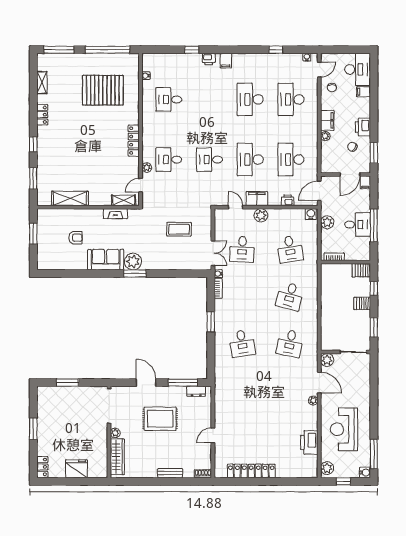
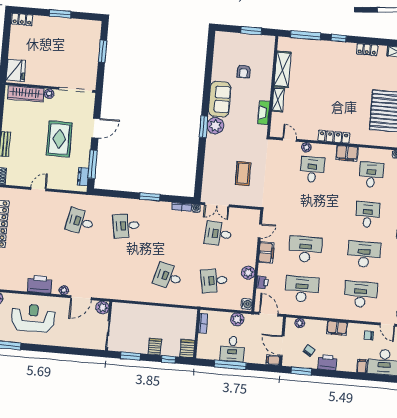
filing cabinet: (149, 126) -> (347, 153), added
plant: (325, 136) -> (300, 323), moved
desk: (209, 160) -> (368, 215), moved
window: (33, 178) -> (306, 35), width x1.44
shelving: (124, 200) -> (278, 100), moved
plant: (261, 215) -> (248, 273), moved
desk: (290, 343) -> (80, 222), moved
door: (213, 435) -> (38, 189), hinge flipped
printer: (309, 442) -> (40, 284), moved
fridge: (76, 469) -> (16, 70), moved

